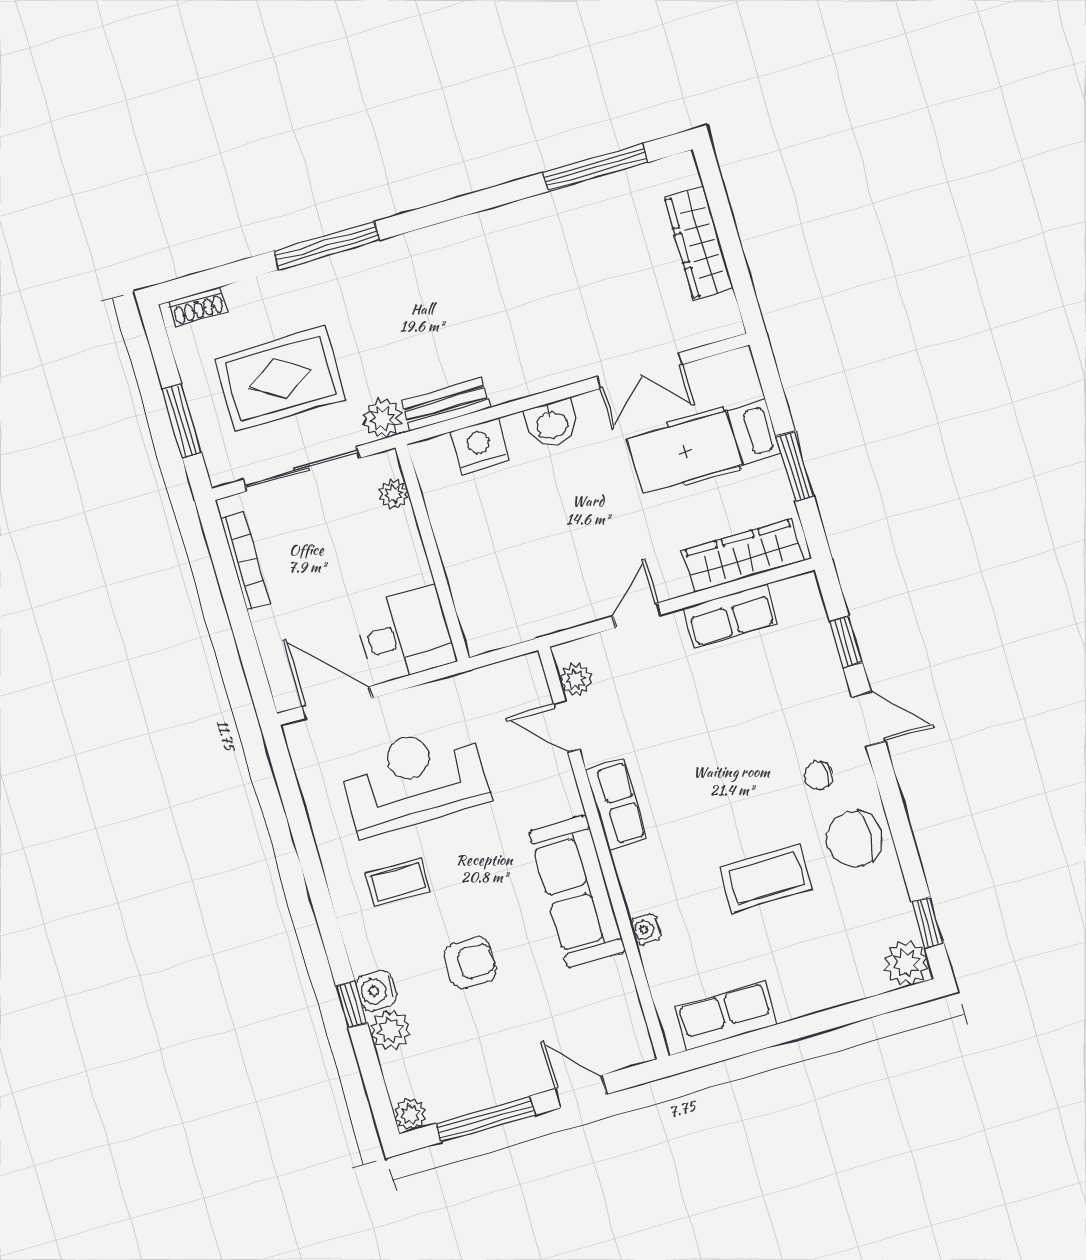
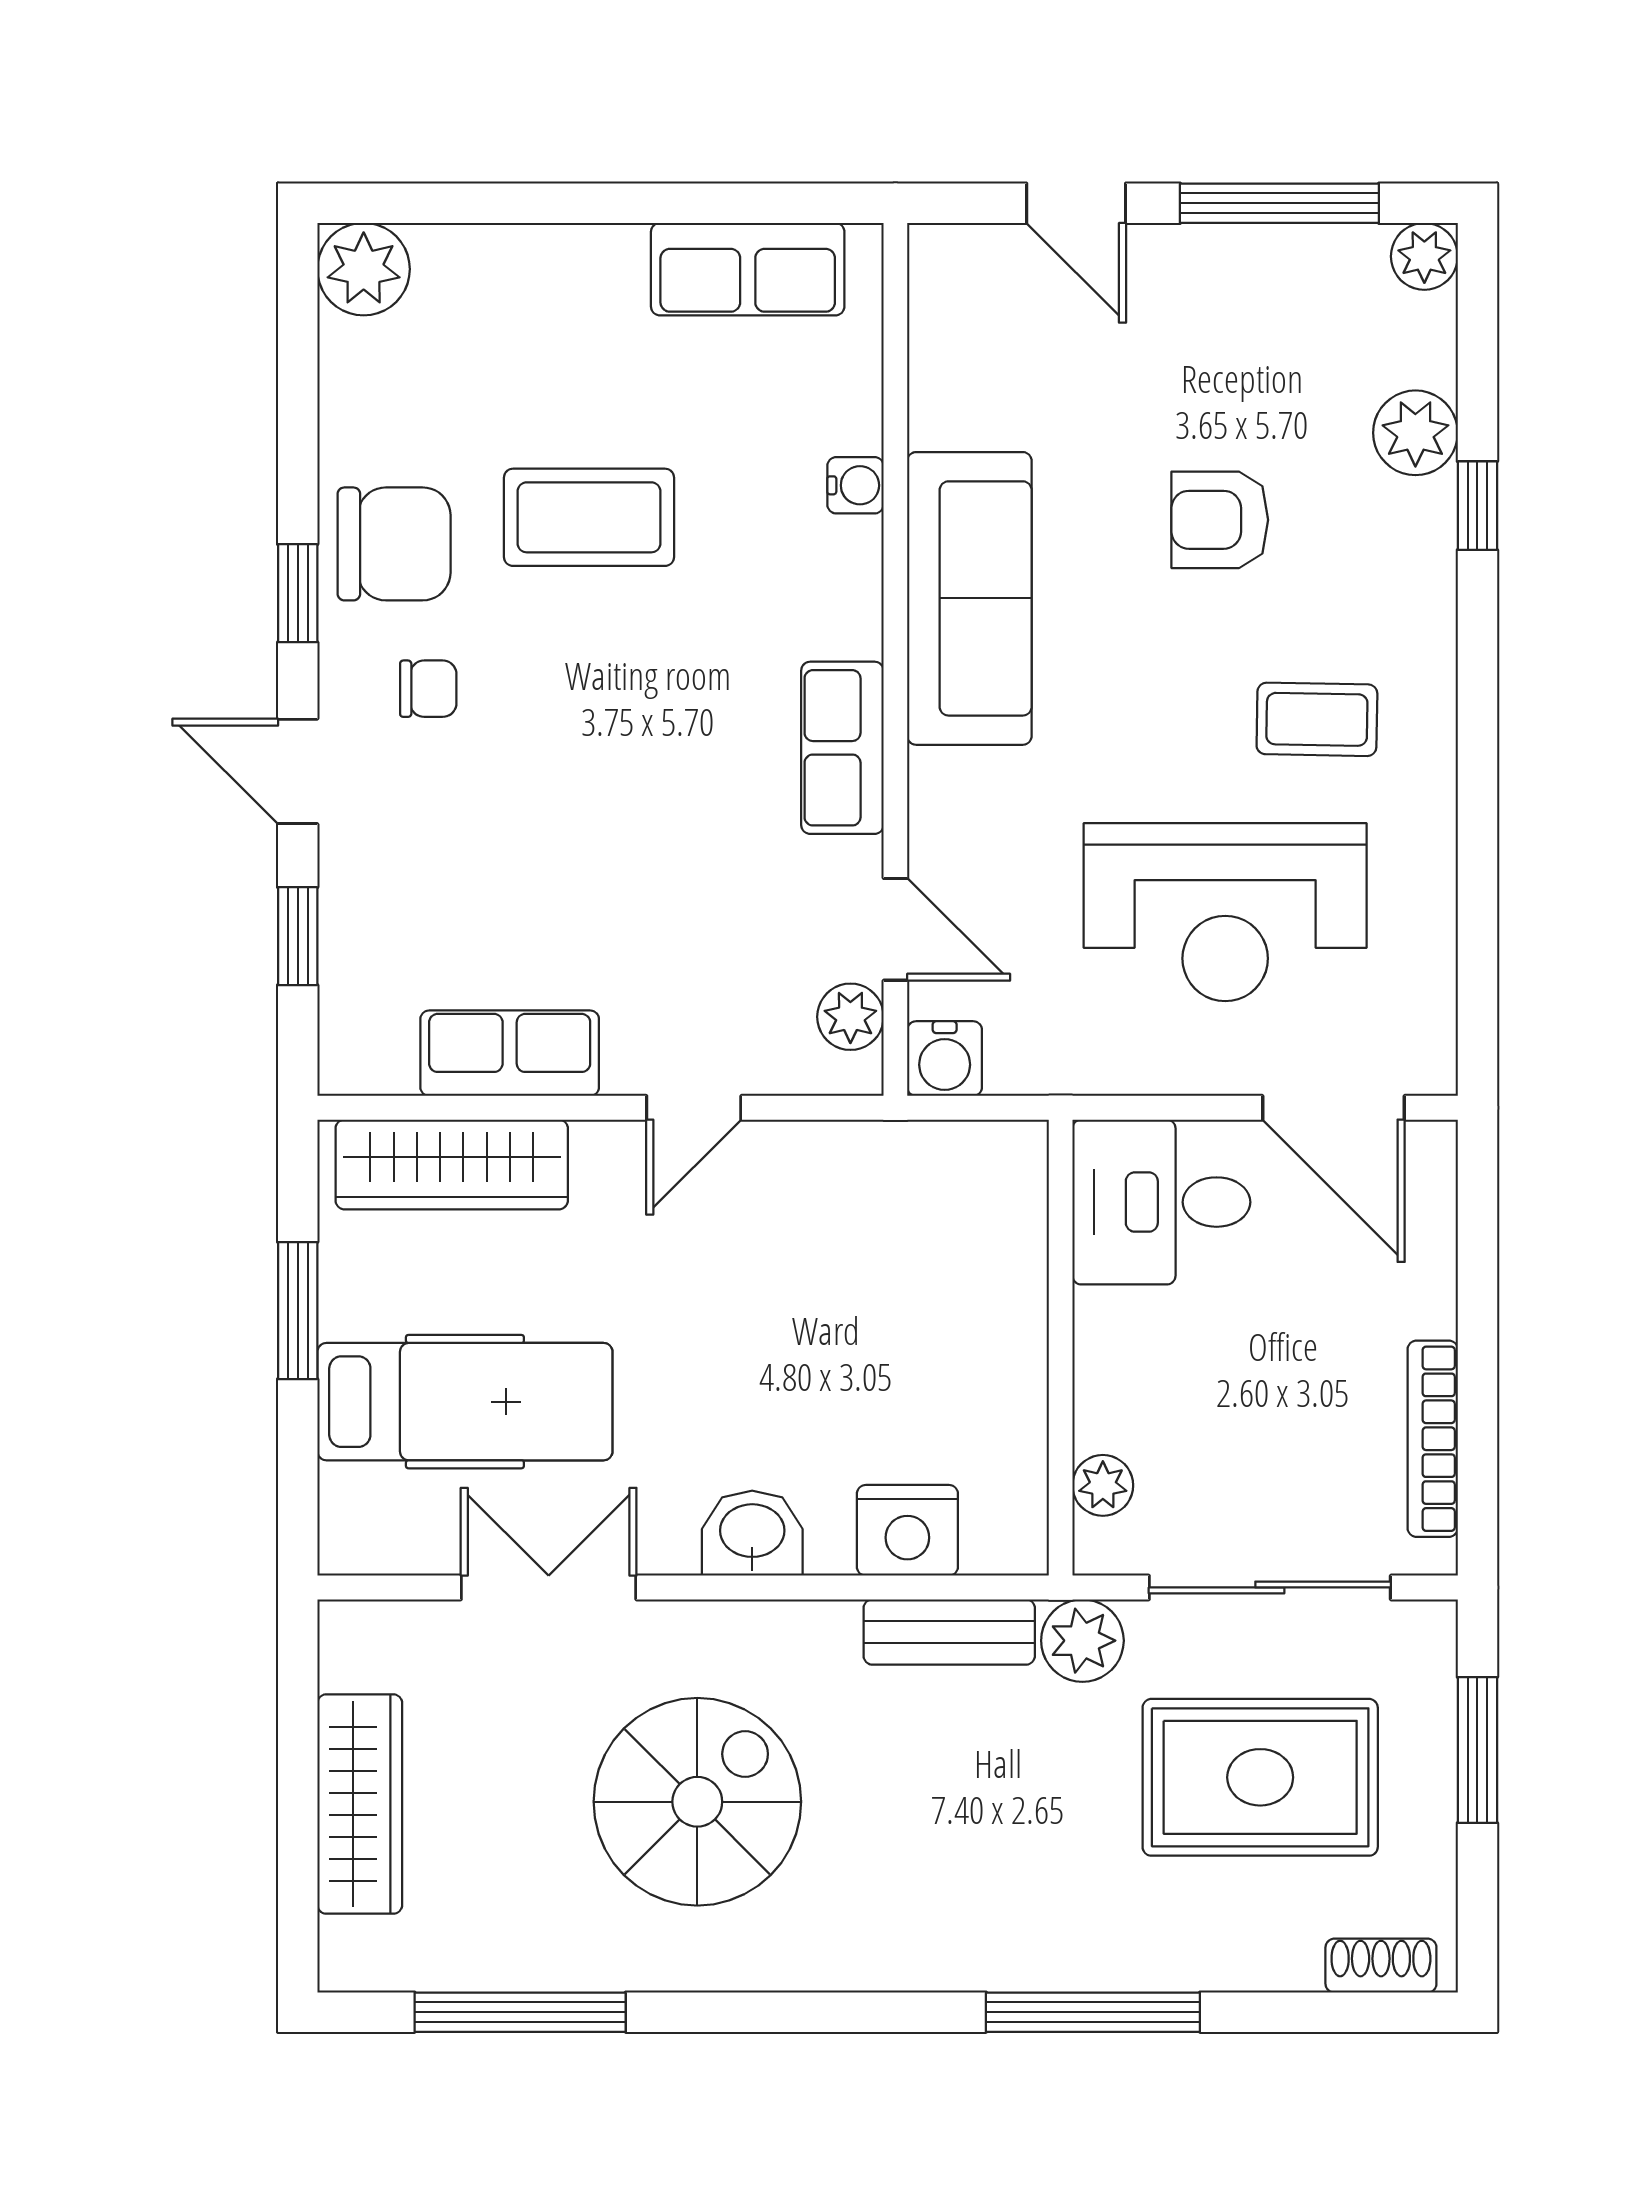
spiral stairs: (541, 290) -> (697, 1802), added
window: (928, 923) -> (298, 593), moved
water cooler: (376, 990) -> (945, 1059), moved, turned 90

